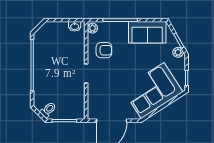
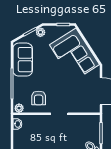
armchair: (104, 50) -> (39, 98), turned 180

